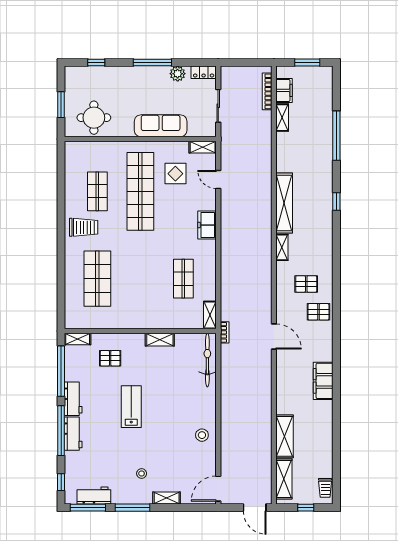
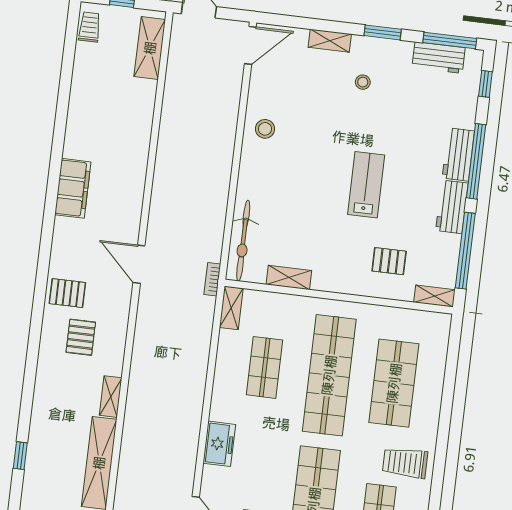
shop shelf: (140, 279) -> (329, 375), added
pallet: (306, 284) -> (81, 337), turned 90
shelving: (160, 340) -> (289, 278), moved
lab bench: (131, 407) -> (366, 185), turned 180
shelving: (285, 436) -> (141, 112), removed
window: (132, 508) -> (383, 32), width x0.69

